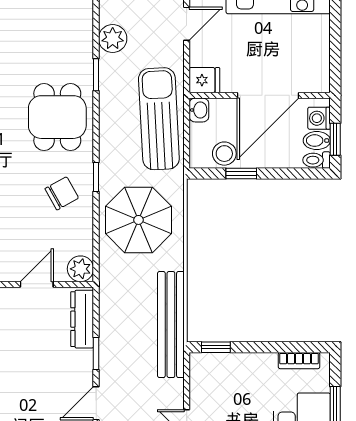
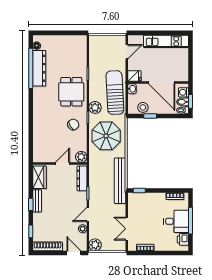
plant: (113, 38) -> (95, 107), moved
door: (268, 95) -> (162, 83), hinge flipped

